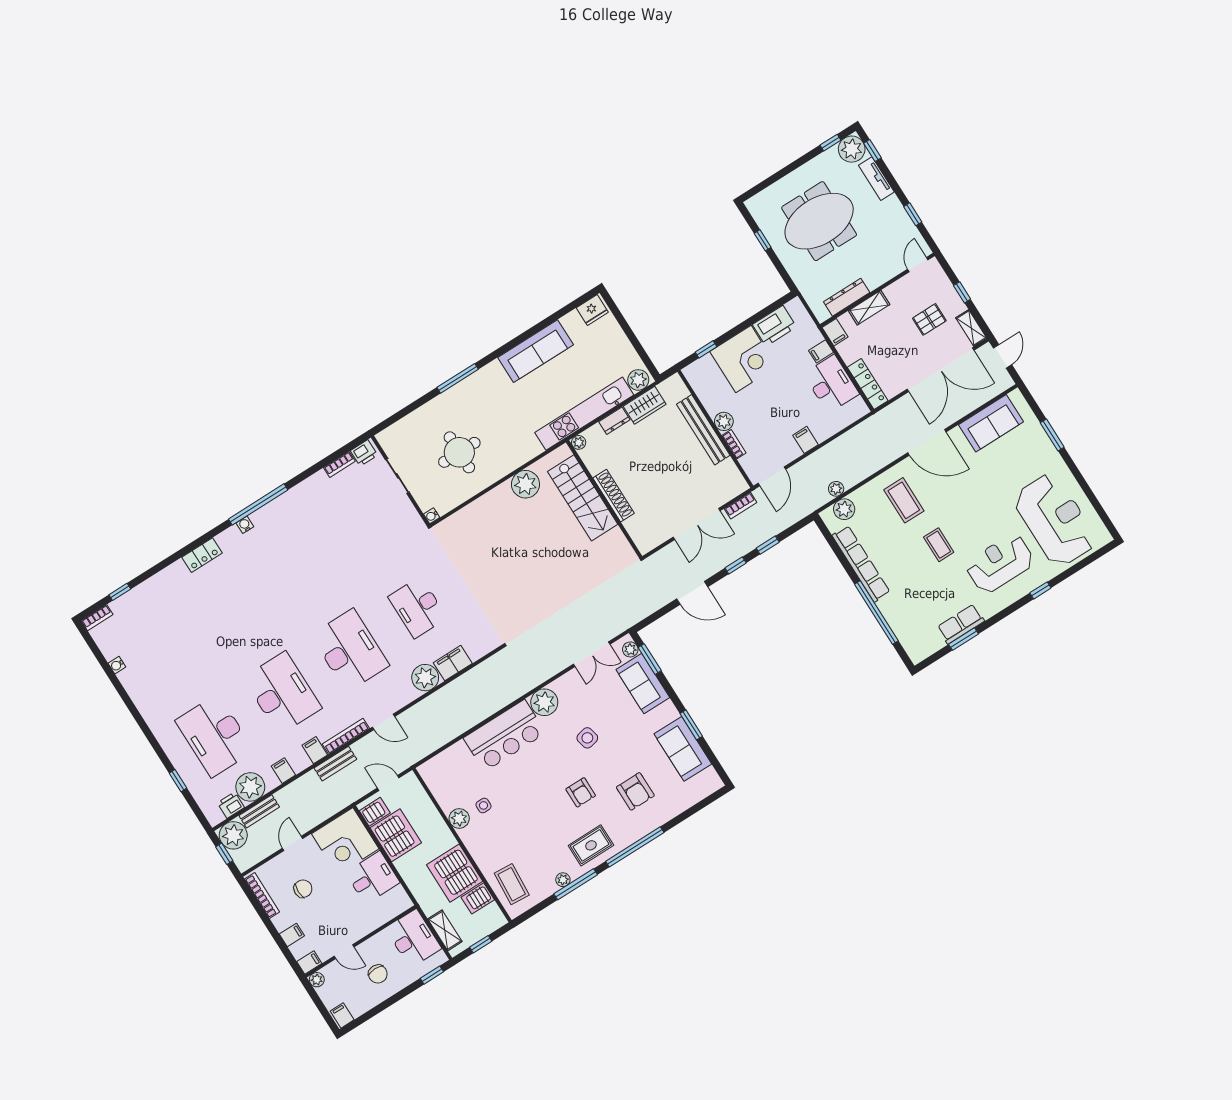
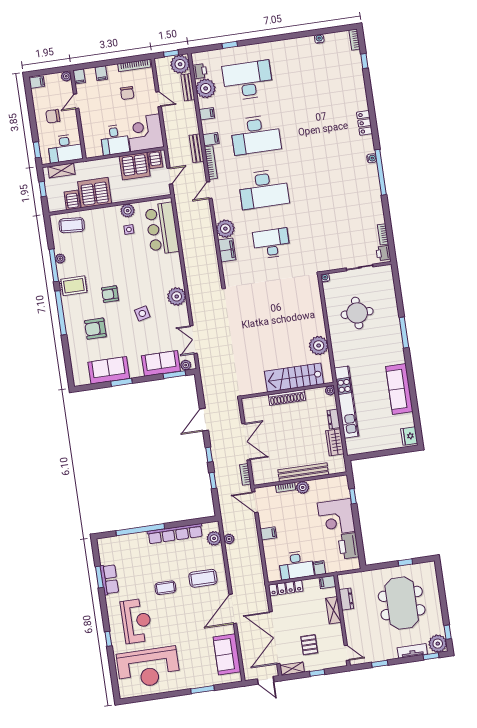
dresser: (847, 297) -> (346, 599), width x0.70
plant: (638, 380) -> (353, 445), removed
double door: (697, 524) -> (246, 442), swing flipped
bar counter: (505, 736) -> (162, 229), moved
rug: (591, 845) -> (74, 286), turned 90

